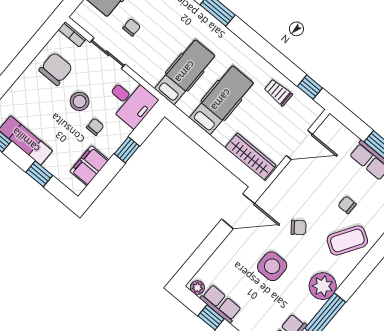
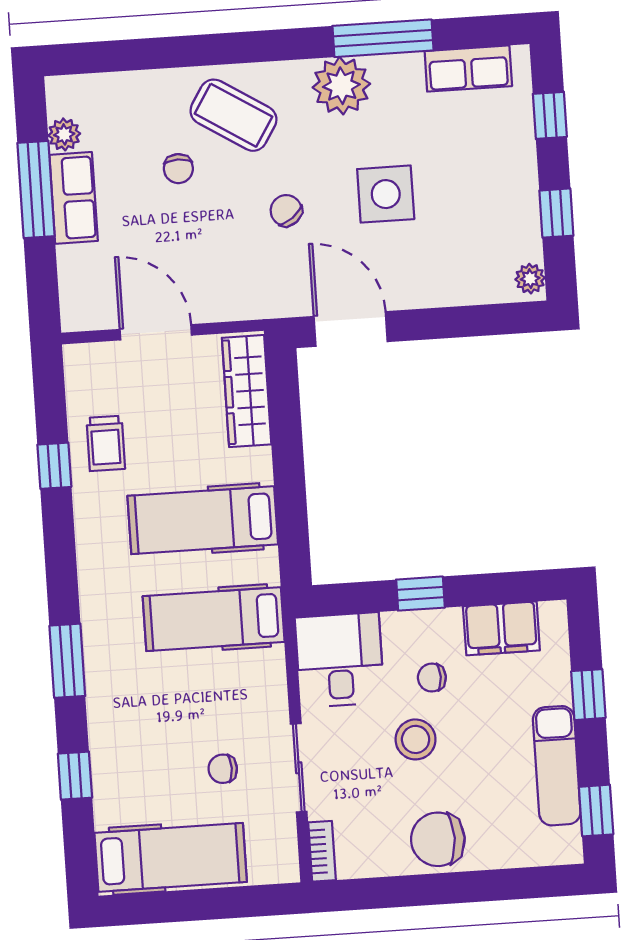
chair: (56, 69) -> (438, 839), moved
window: (310, 87) -> (54, 466), moved
row of seats: (221, 304) -> (521, 218), removed

